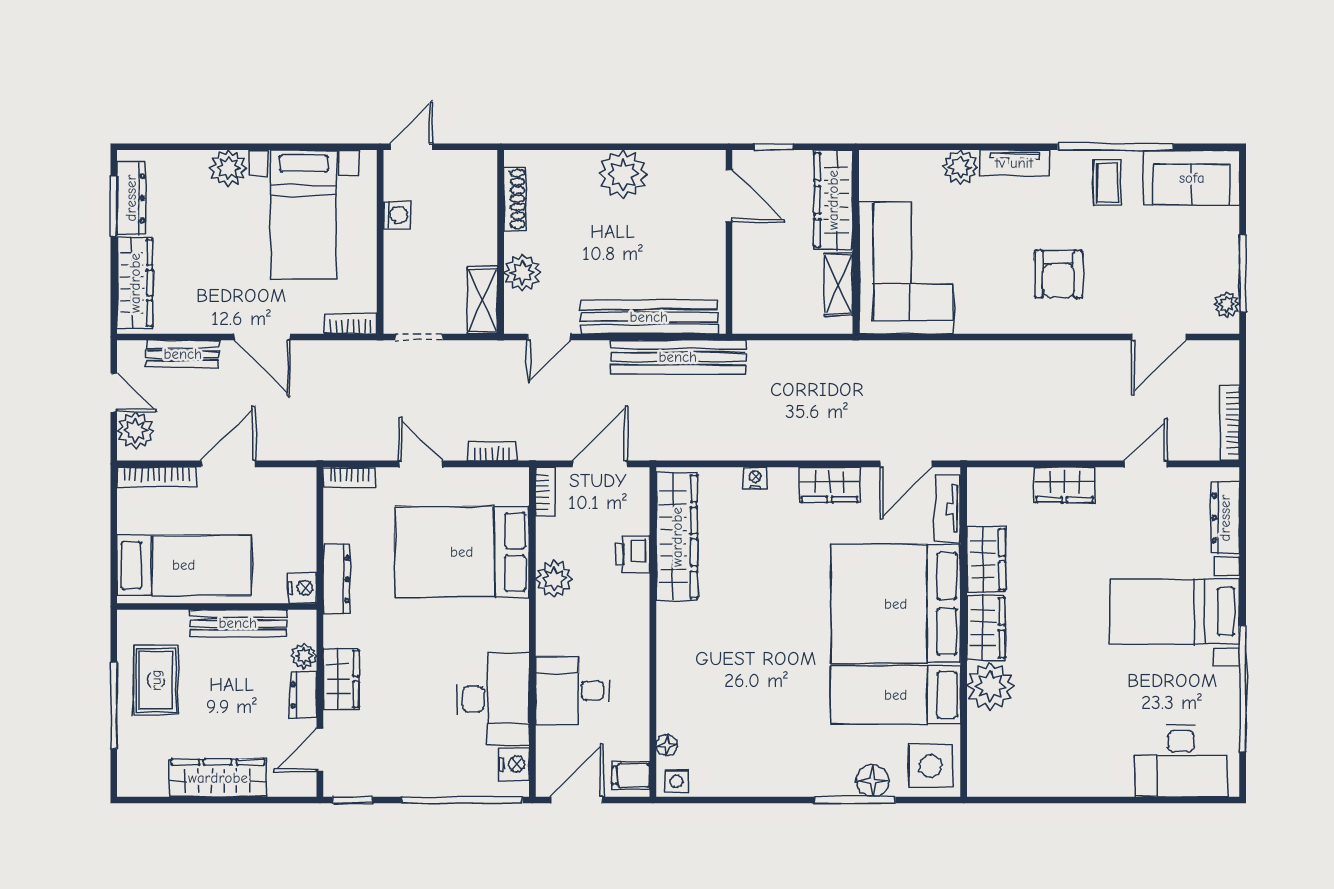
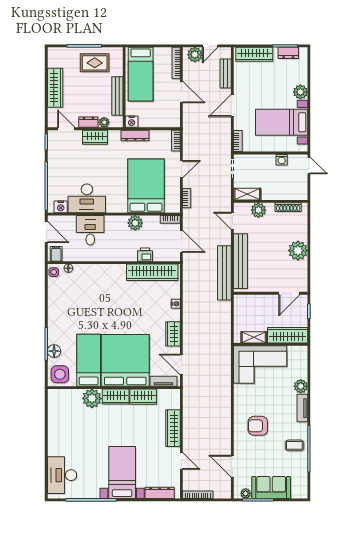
sofa: (1192, 178) -> (271, 487), moved, turned 90
dresser: (131, 198) -> (288, 53), width x0.70
wardrobe: (1064, 485) -> (173, 428), width x1.50

